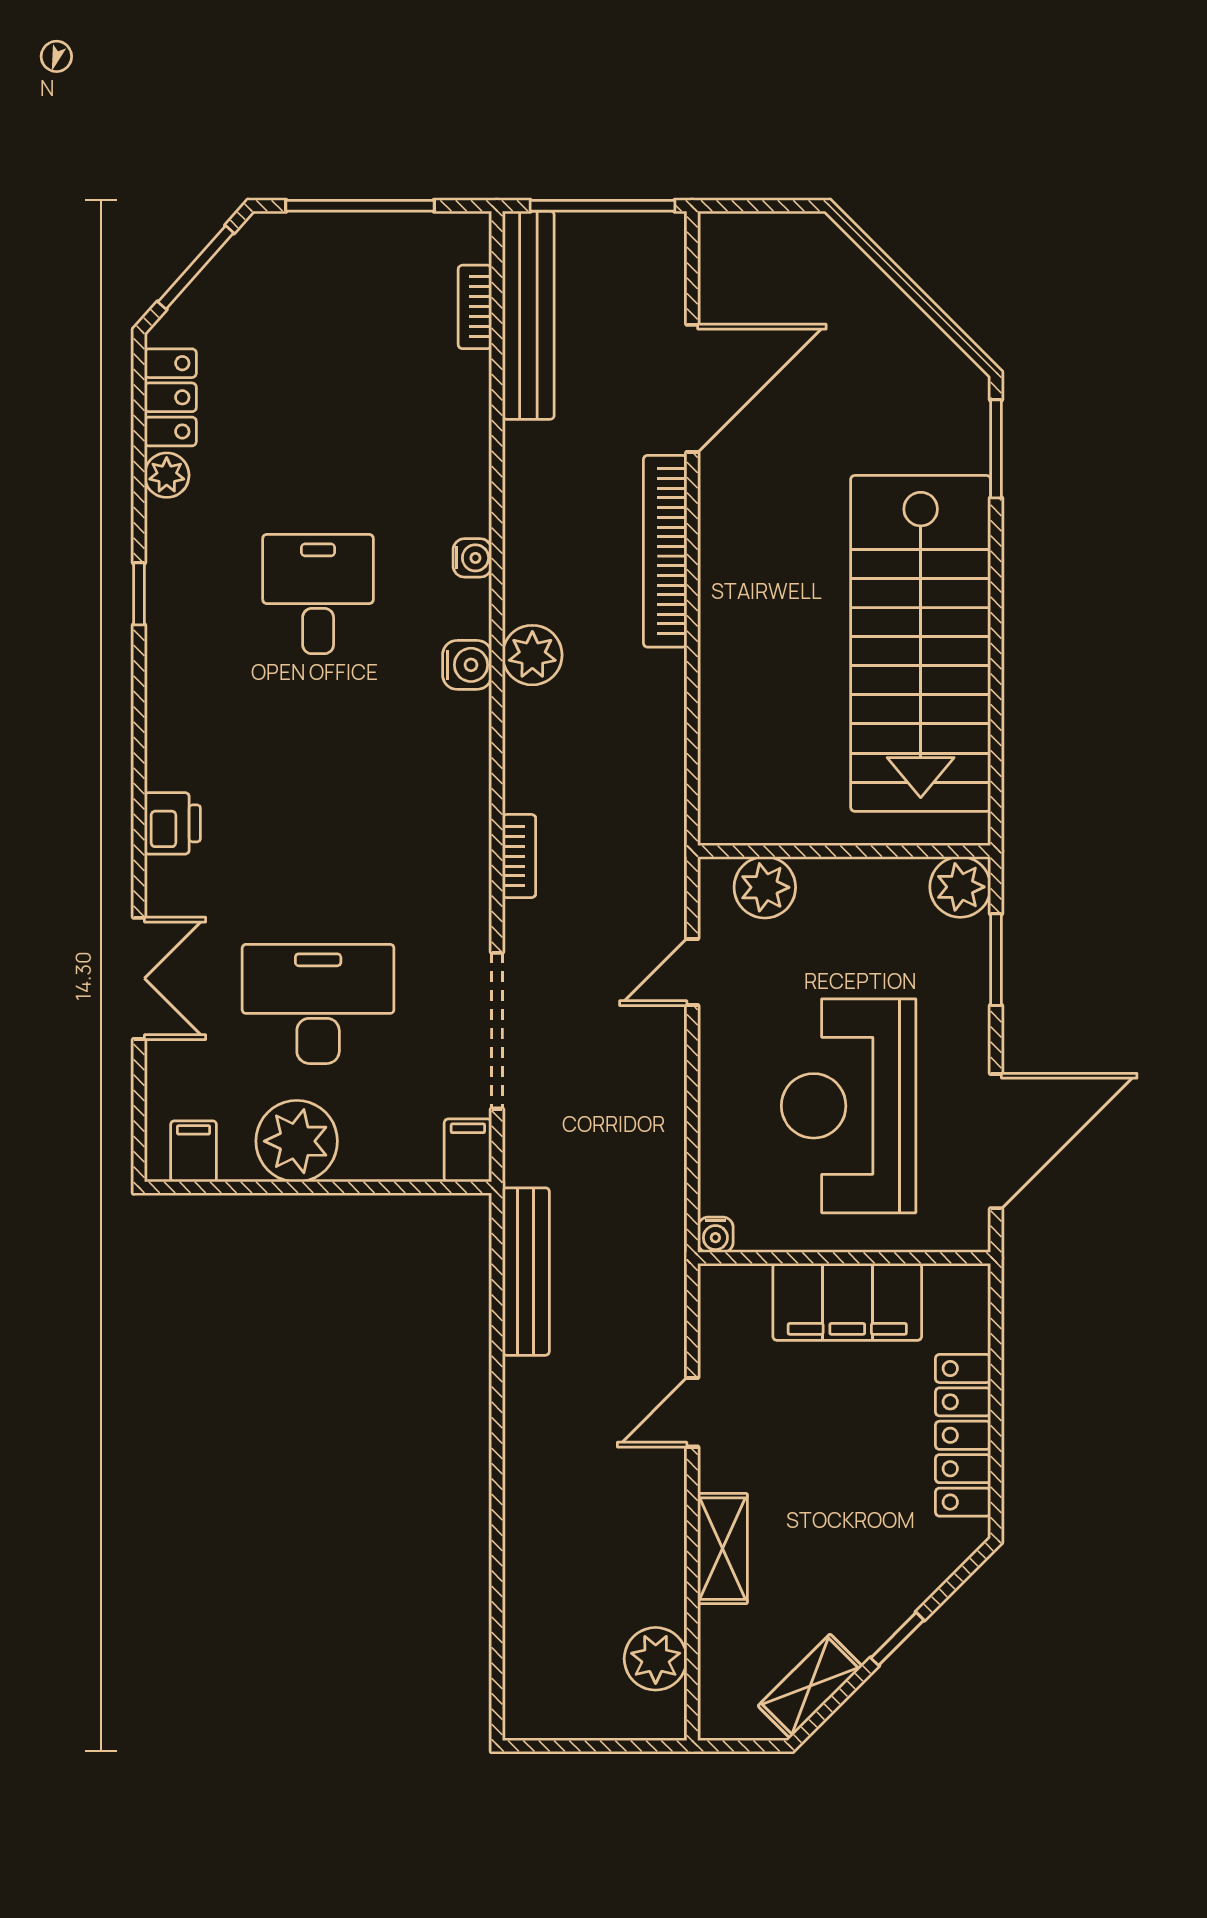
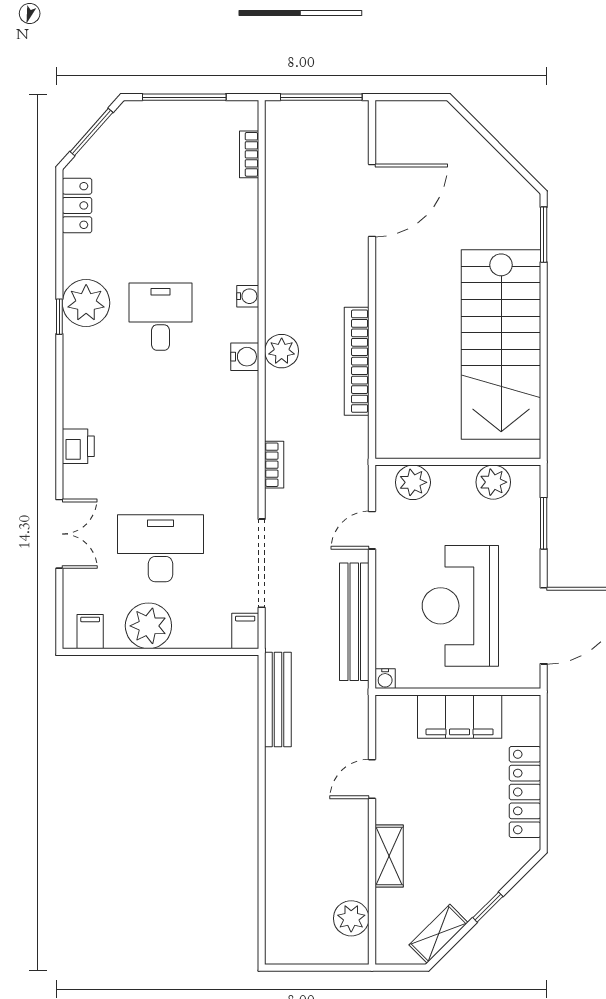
bench: (528, 315) -> (354, 622), moved
plant: (167, 475) -> (86, 303), moved, width x1.87, depth x1.87
bookcase: (665, 551) -> (357, 361), moved
plant: (960, 887) -> (493, 482), moved

